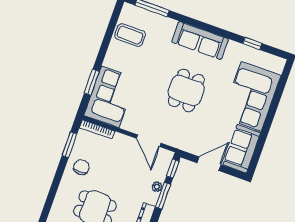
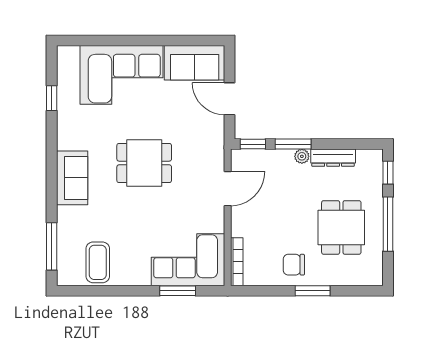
sofa: (200, 40) -> (72, 178), width x0.73
window: (69, 145) -> (313, 291), moved
plant: (157, 187) -> (302, 156), moved

